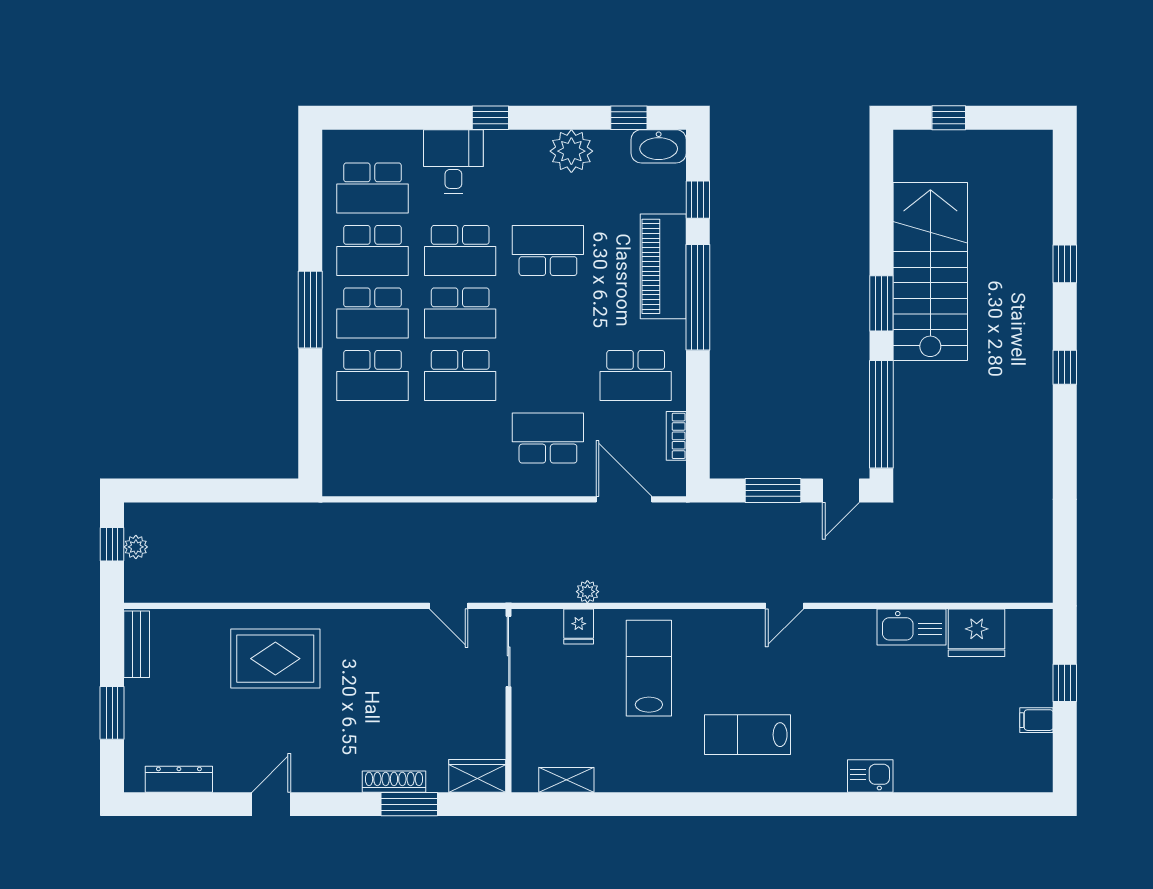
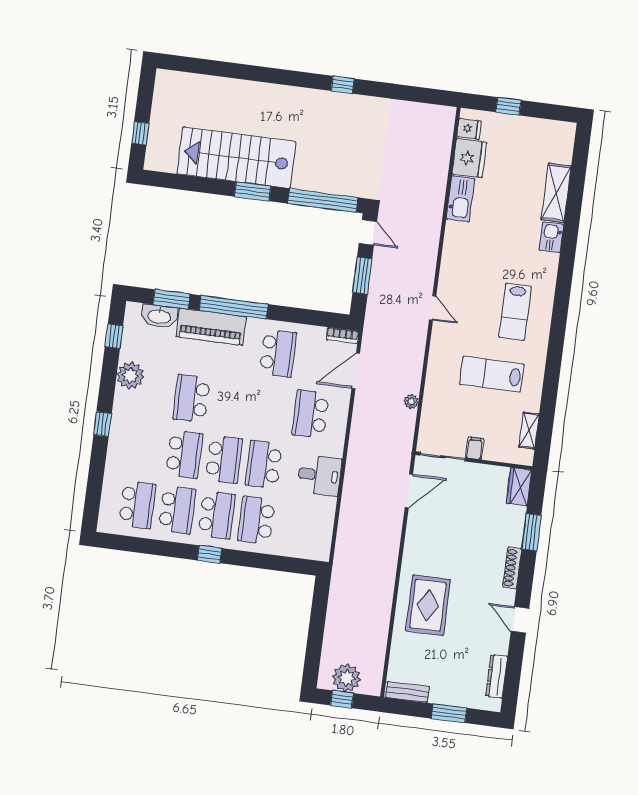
washbasin: (659, 146) -> (159, 316), moved, turned 90
desk: (453, 162) -> (320, 475), moved, turned 180
window: (698, 200) -> (172, 299), width x1.50
window: (1065, 264) -> (243, 72), removed
window: (310, 310) -> (209, 554), width x0.46
window: (1065, 367) -> (343, 85), moved
school desk: (372, 375) -> (256, 520), turned 180
school desk: (460, 375) -> (264, 465), turned 180
bookcase: (676, 436) -> (343, 335), moved
plant: (136, 547) -> (347, 678), width x1.88, depth x1.88
door: (449, 606) -> (409, 491), width x1.38
door: (784, 606) -> (433, 308), moved
fridge: (579, 626) -> (469, 129), moved
lab bench: (649, 668) -> (492, 374), moved
filing cabinet: (1036, 720) -> (475, 448), moved, turned 180
shelving: (940, 774) -> (556, 193), added
shoe rack: (394, 782) -> (512, 568), moved

